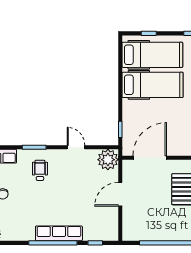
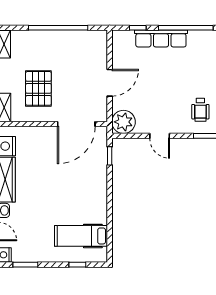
hospital bed: (152, 55) -> (81, 236), width x0.73, depth x0.78
hospital bed: (153, 85) -> (73, 206), removed
row of seats: (59, 233) -> (161, 38), moved

